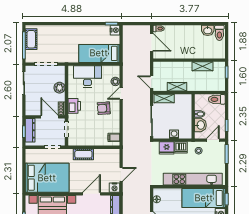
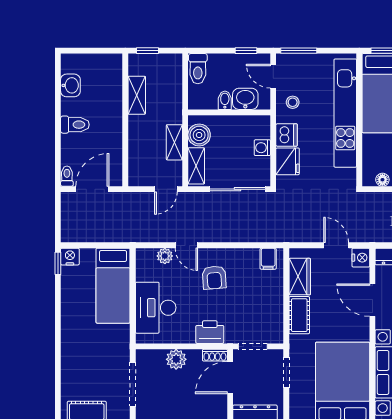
toilet: (219, 33) -> (75, 125), moved
boiler: (181, 100) -> (199, 135), added
wardrobe: (104, 155) -> (300, 277), added

